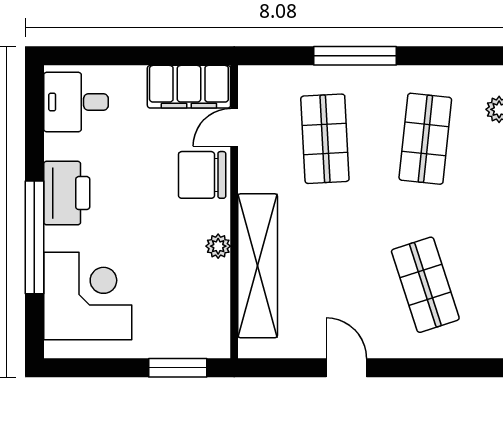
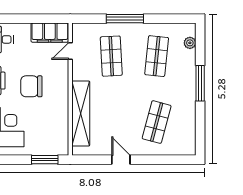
chair: (202, 175) -> (31, 86), moved
plant: (218, 246) -> (63, 105), removed
shop shelf: (425, 285) -> (157, 122), turned 33

